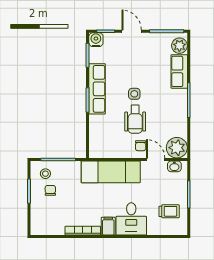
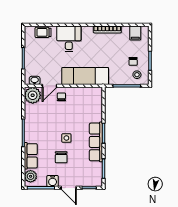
water cooler: (96, 40) -> (53, 181), moved
chair: (141, 70) -> (61, 157), added
wheelchair: (135, 119) -> (66, 118), removed
door: (156, 160) -> (49, 86), hinge flipped
trolley: (169, 211) -> (43, 32), moved
filing cabinet: (108, 226) -> (135, 33), moved

